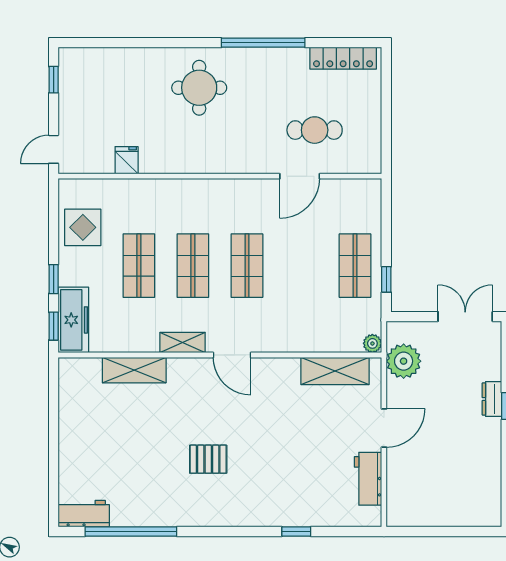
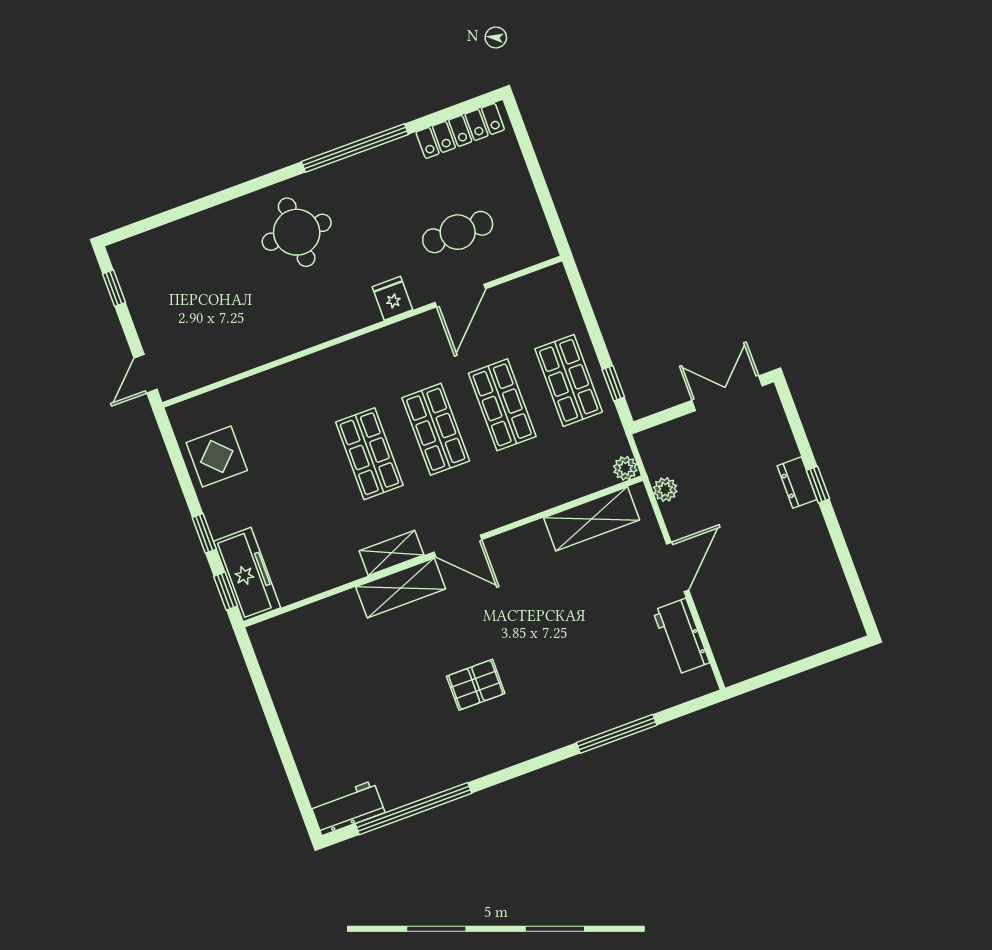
fridge: (127, 160) -> (392, 298), moved
shop shelf: (139, 266) -> (502, 405), moved
plant: (404, 361) -> (665, 489), width x0.53, depth x0.53
shelving: (134, 370) -> (401, 588), moved
window: (296, 531) -> (617, 734), width x2.17

